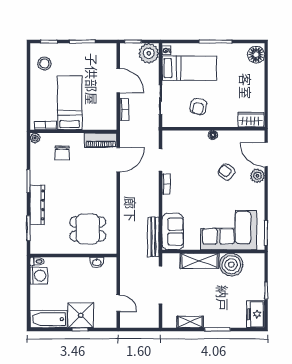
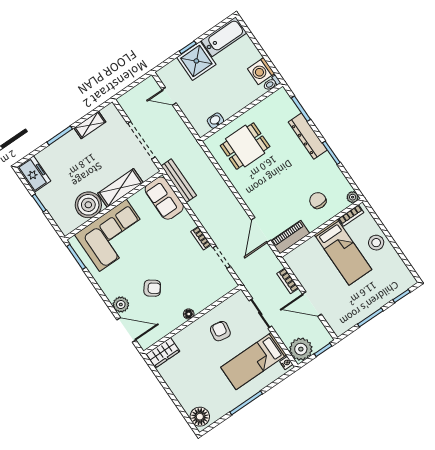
stool: (44, 64) -> (376, 243), moved

